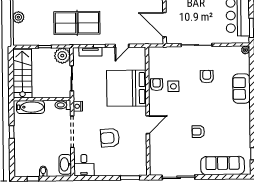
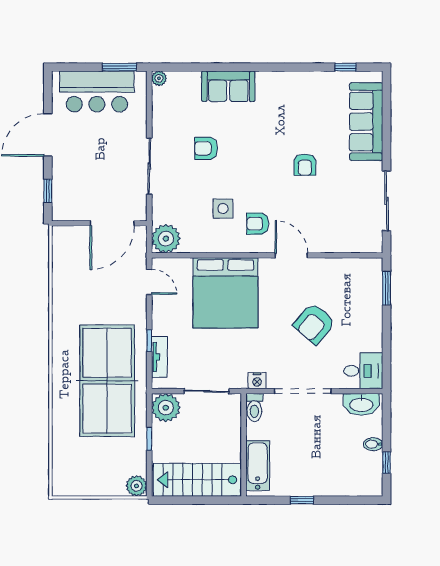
plant: (18, 17) -> (137, 486), moved
table tennis table: (77, 23) -> (107, 381), width x1.36, depth x1.32
door: (122, 46) -> (149, 282), moved
plant: (156, 55) -> (166, 239), added
armchair: (157, 85) -> (258, 224), moved
armchair: (110, 138) -> (314, 324), turned 44

